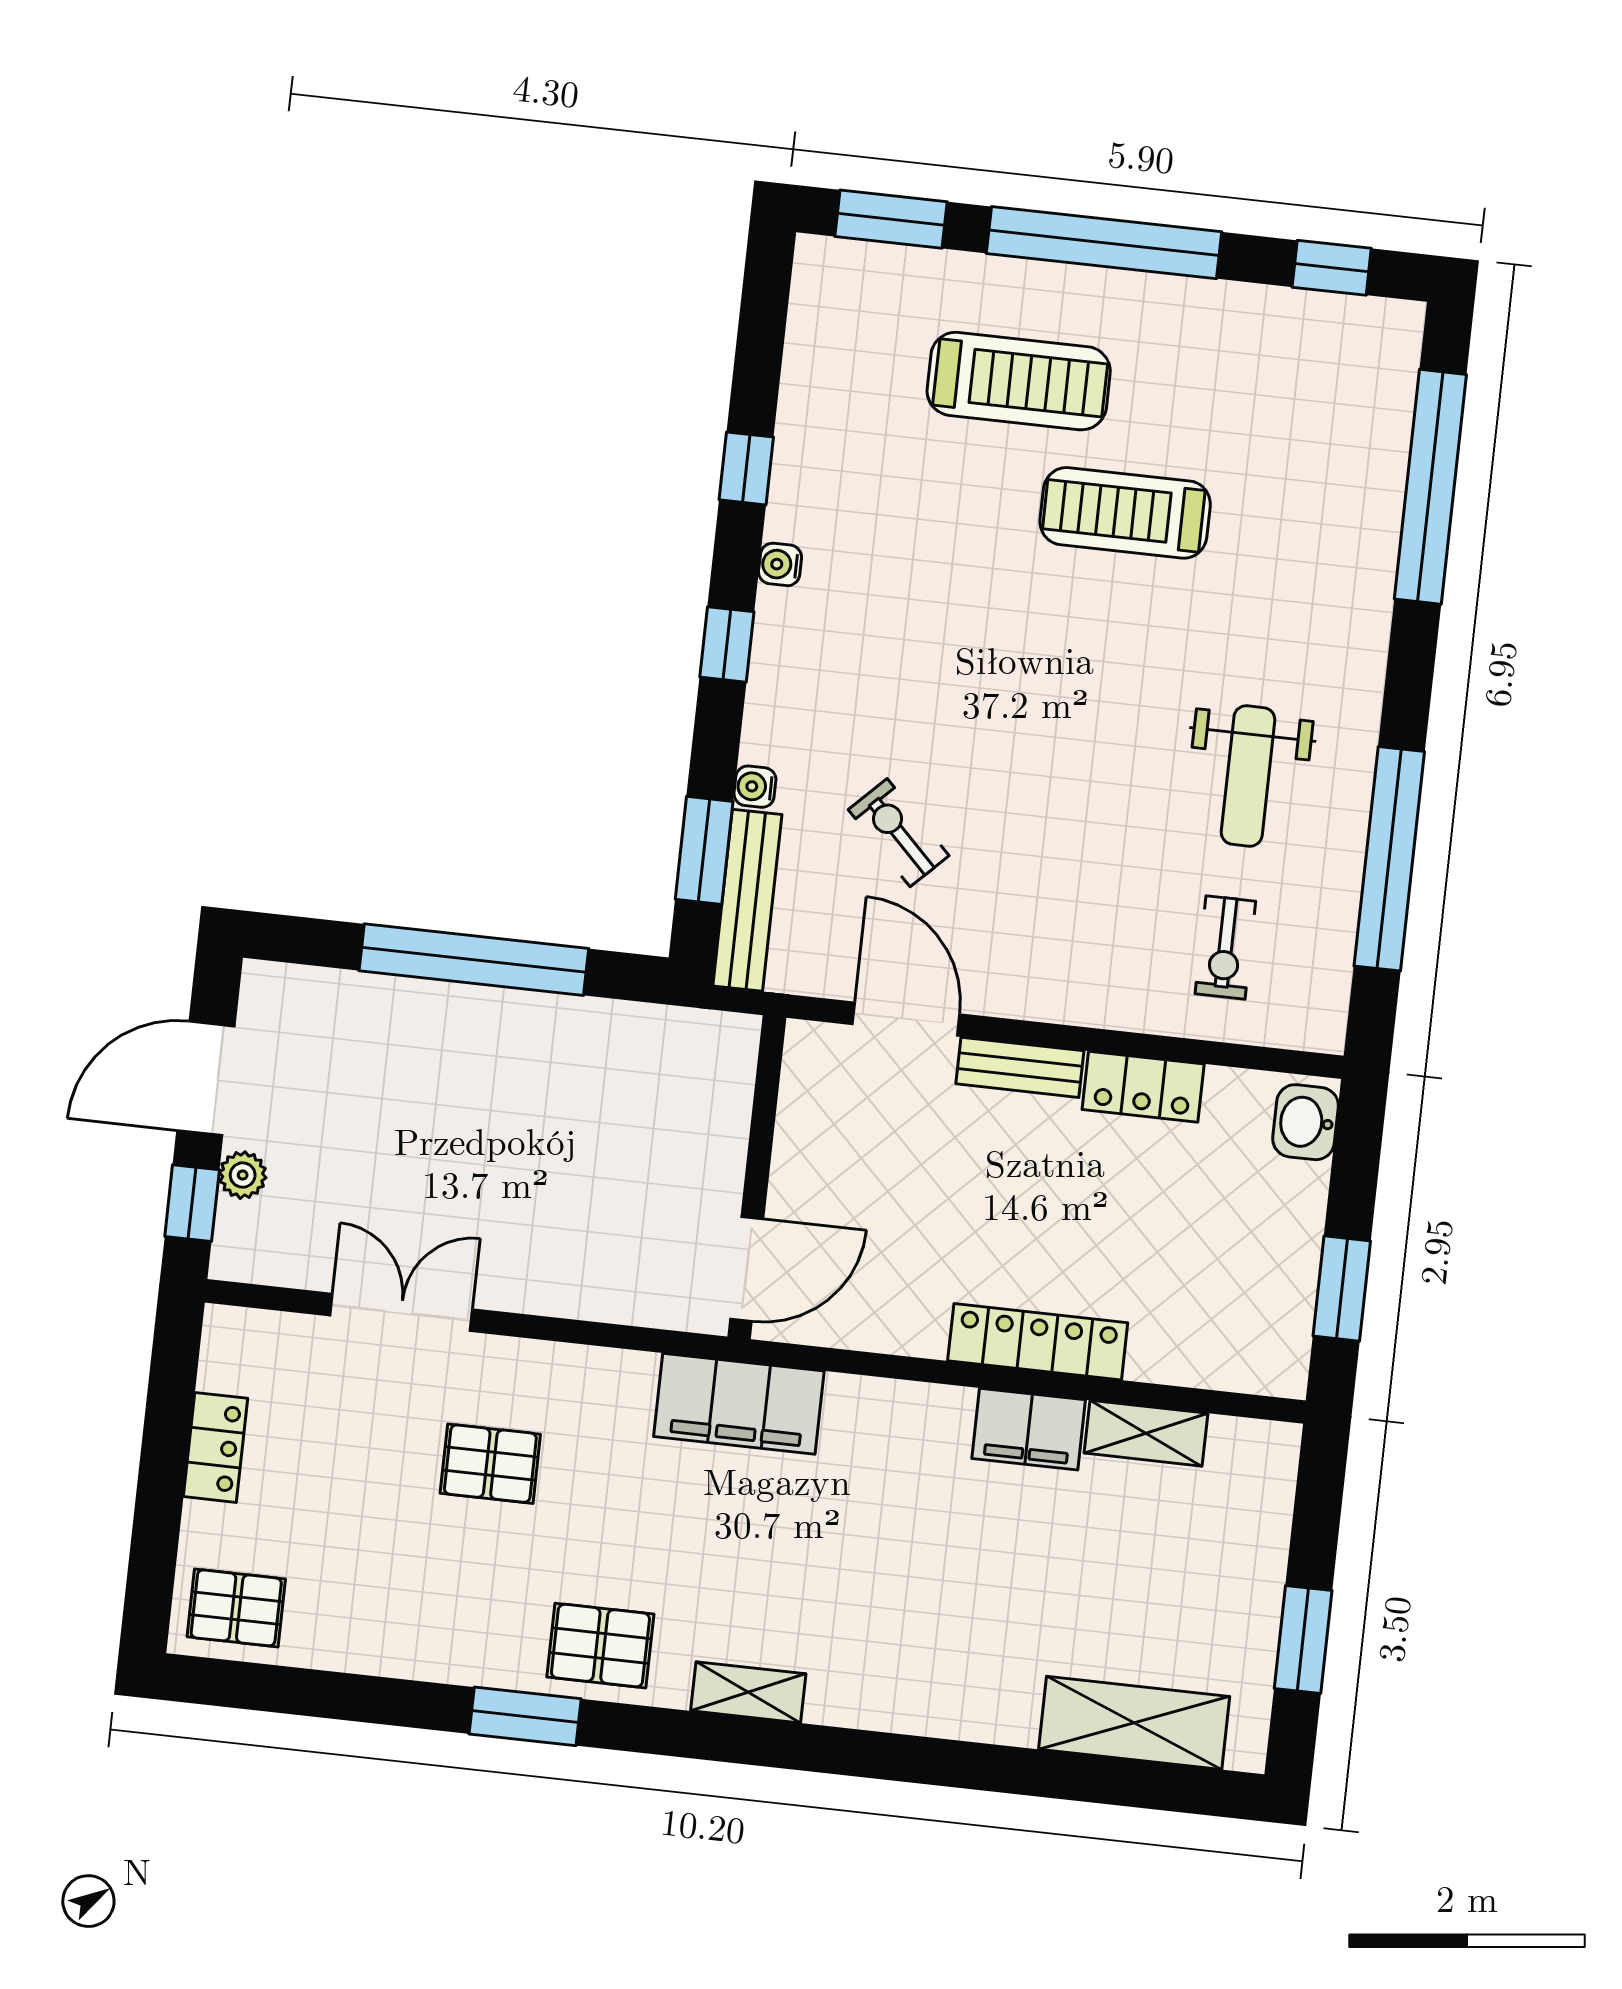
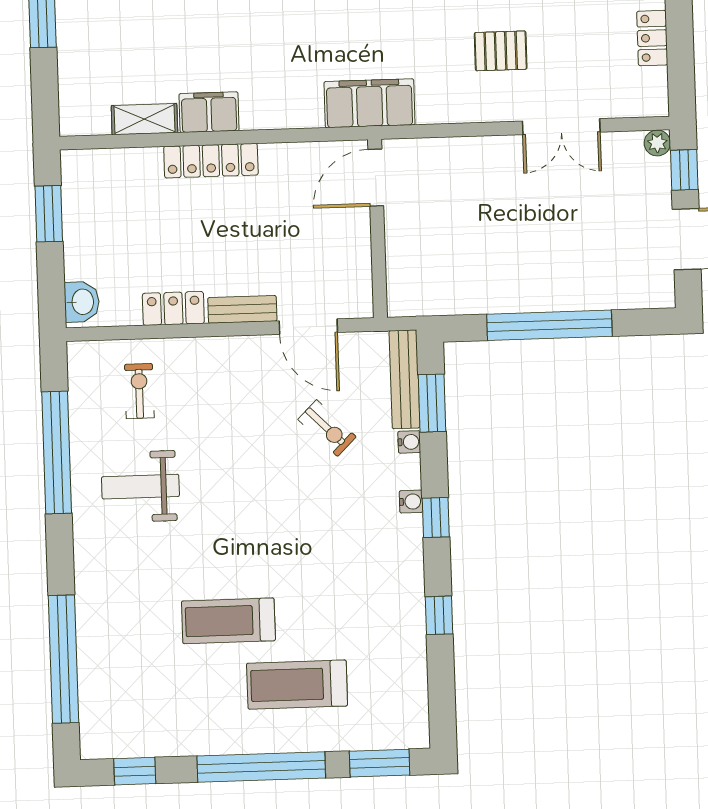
treadmill: (1125, 513) -> (228, 621), turned 180
water cooler: (780, 564) -> (411, 502), moved
weight bench: (1248, 776) -> (140, 487), turned -90
plant: (243, 1175) -> (657, 143), moved

